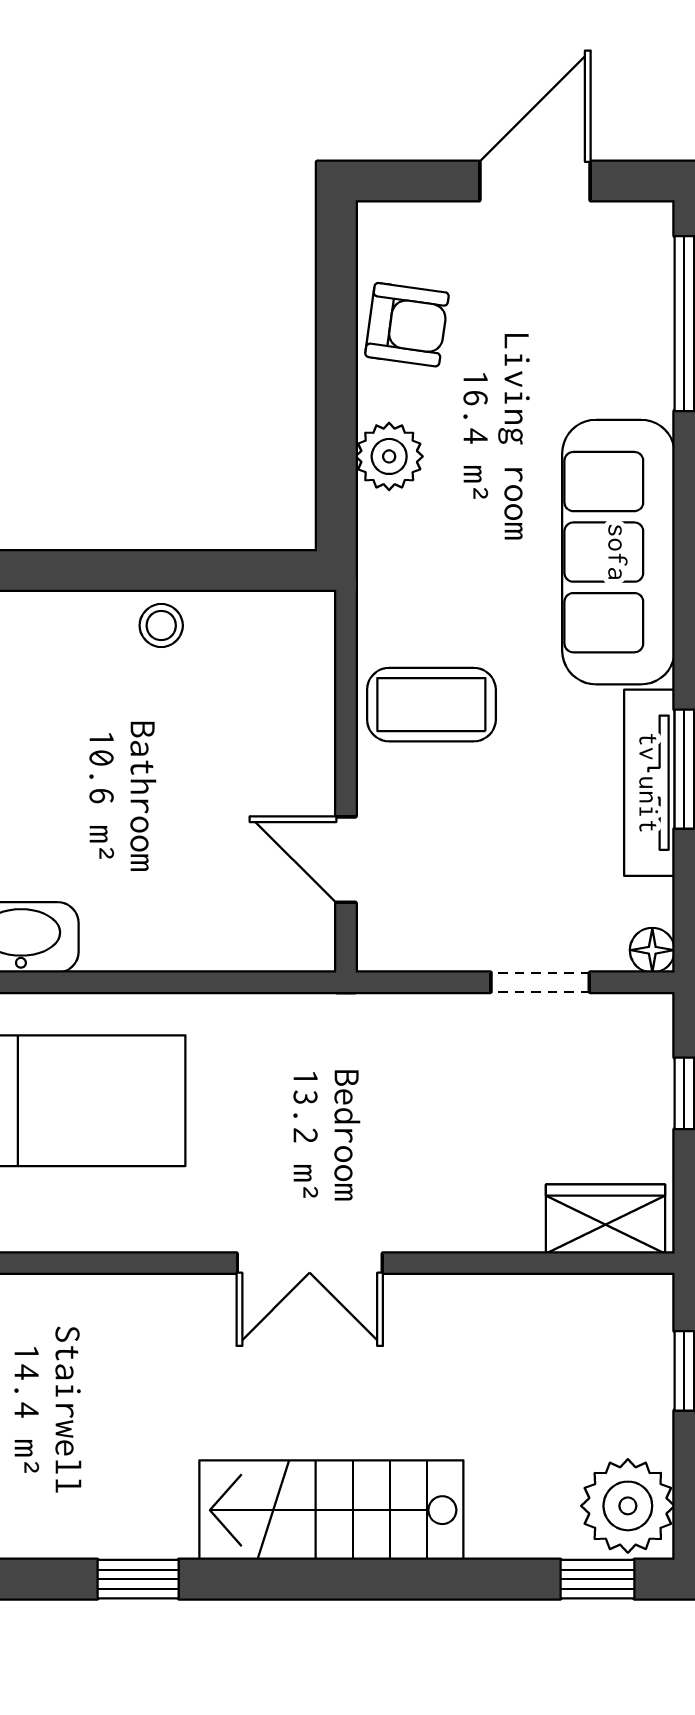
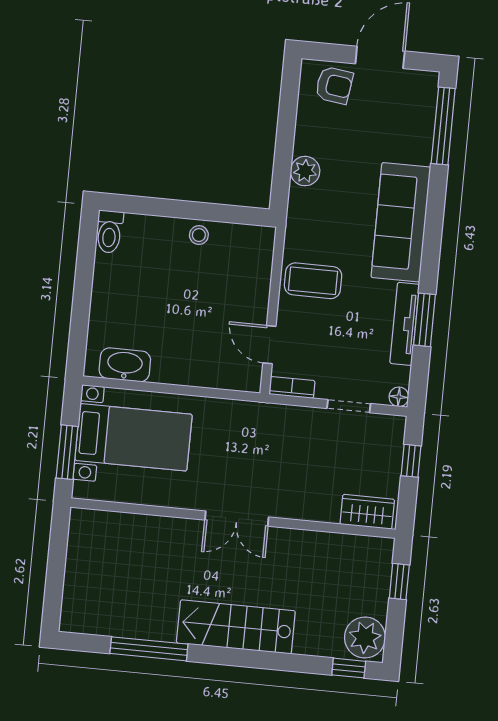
armchair: (407, 325) -> (334, 85), moved
bookcase: (407, 952) -> (292, 387), added
window: (138, 1579) -> (149, 649), width x2.17

